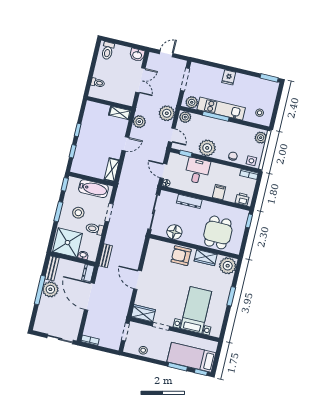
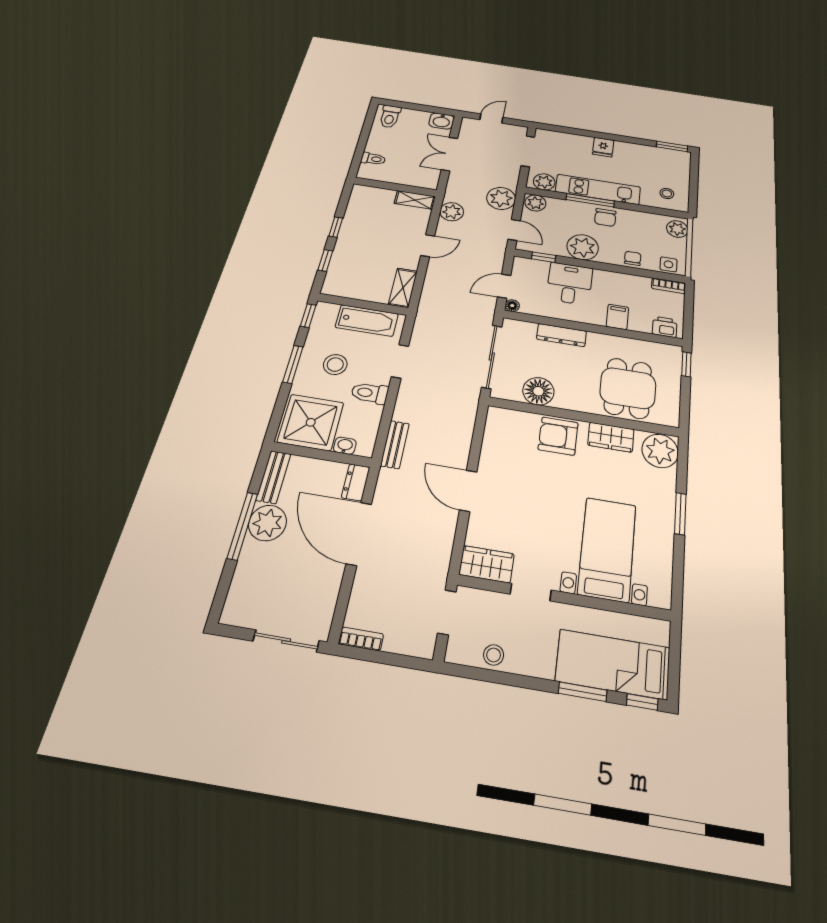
double door: (140, 80) -> (450, 154), swing flipped
chair: (222, 128) -> (605, 217), added
door: (163, 171) -> (504, 286), hinge flipped

